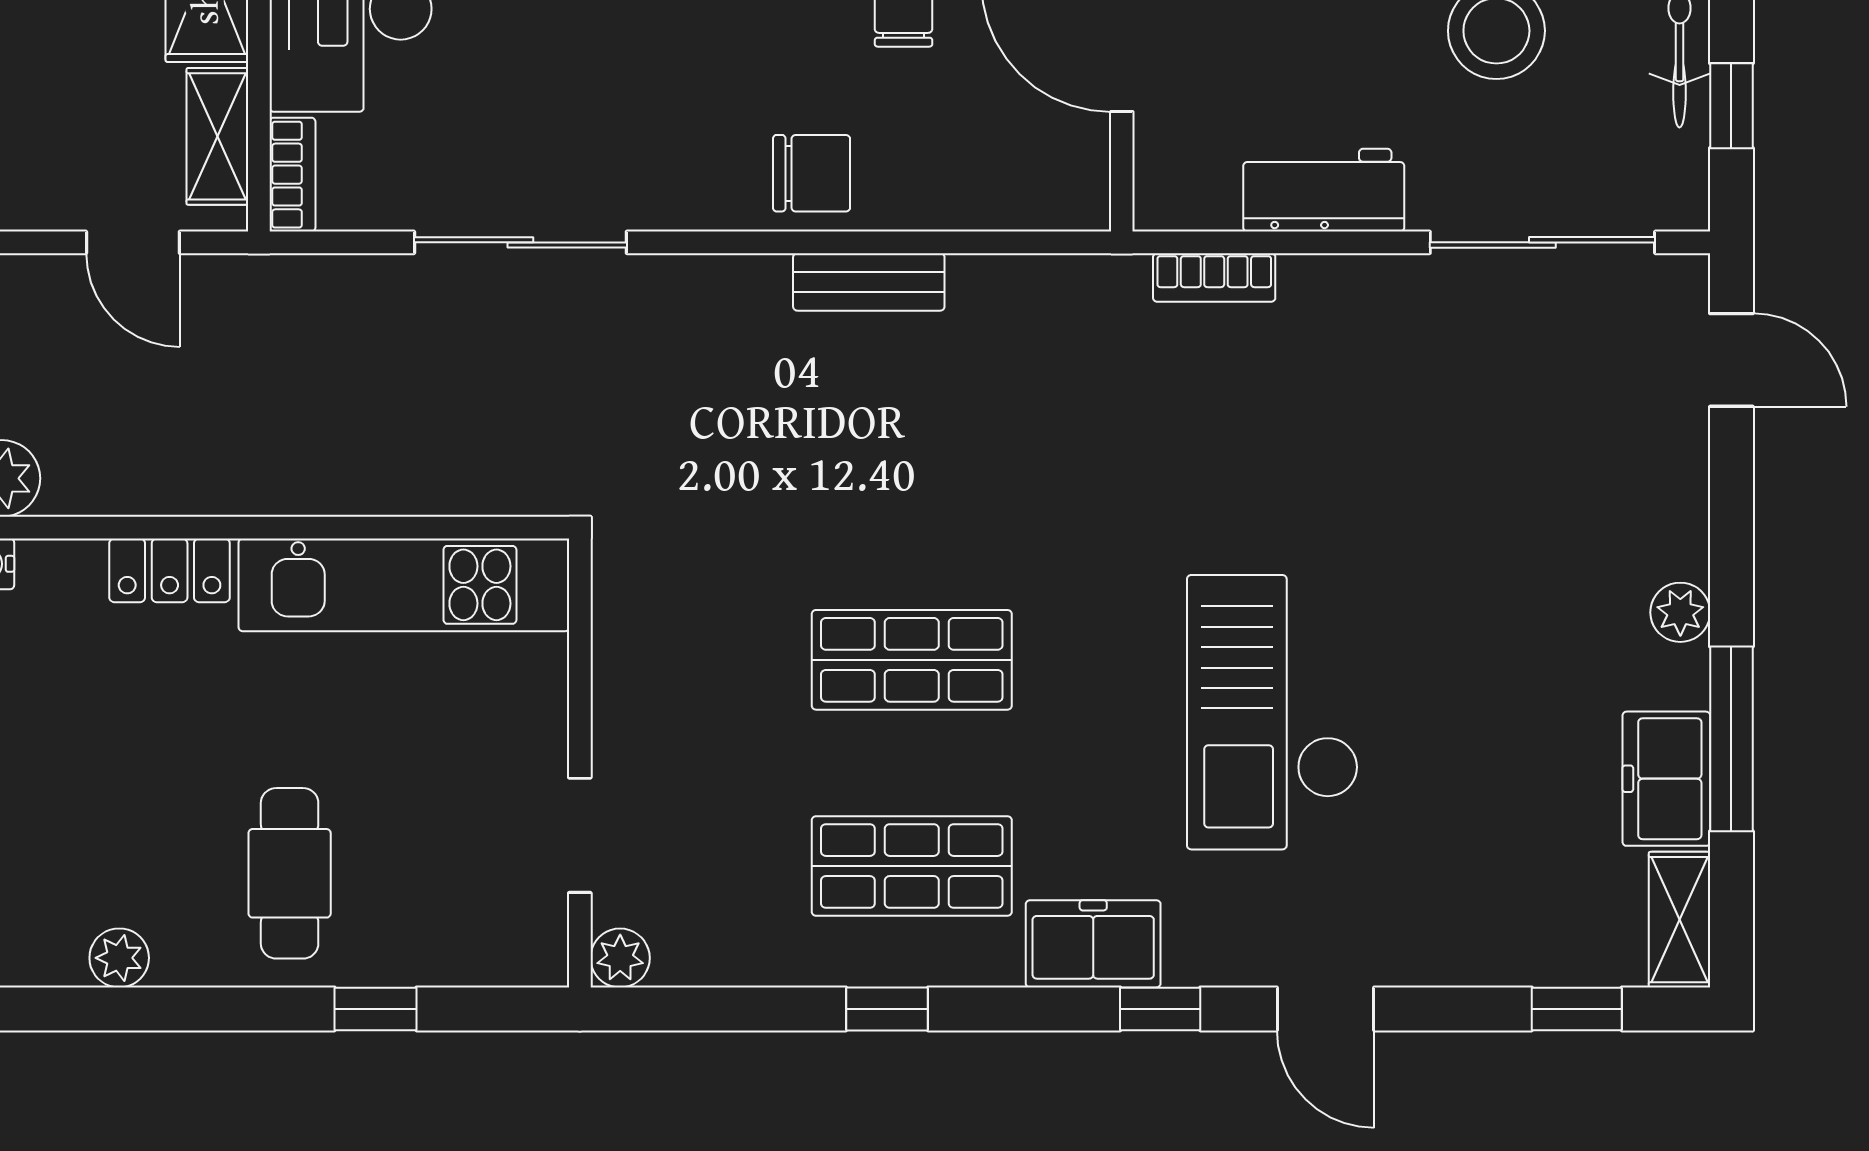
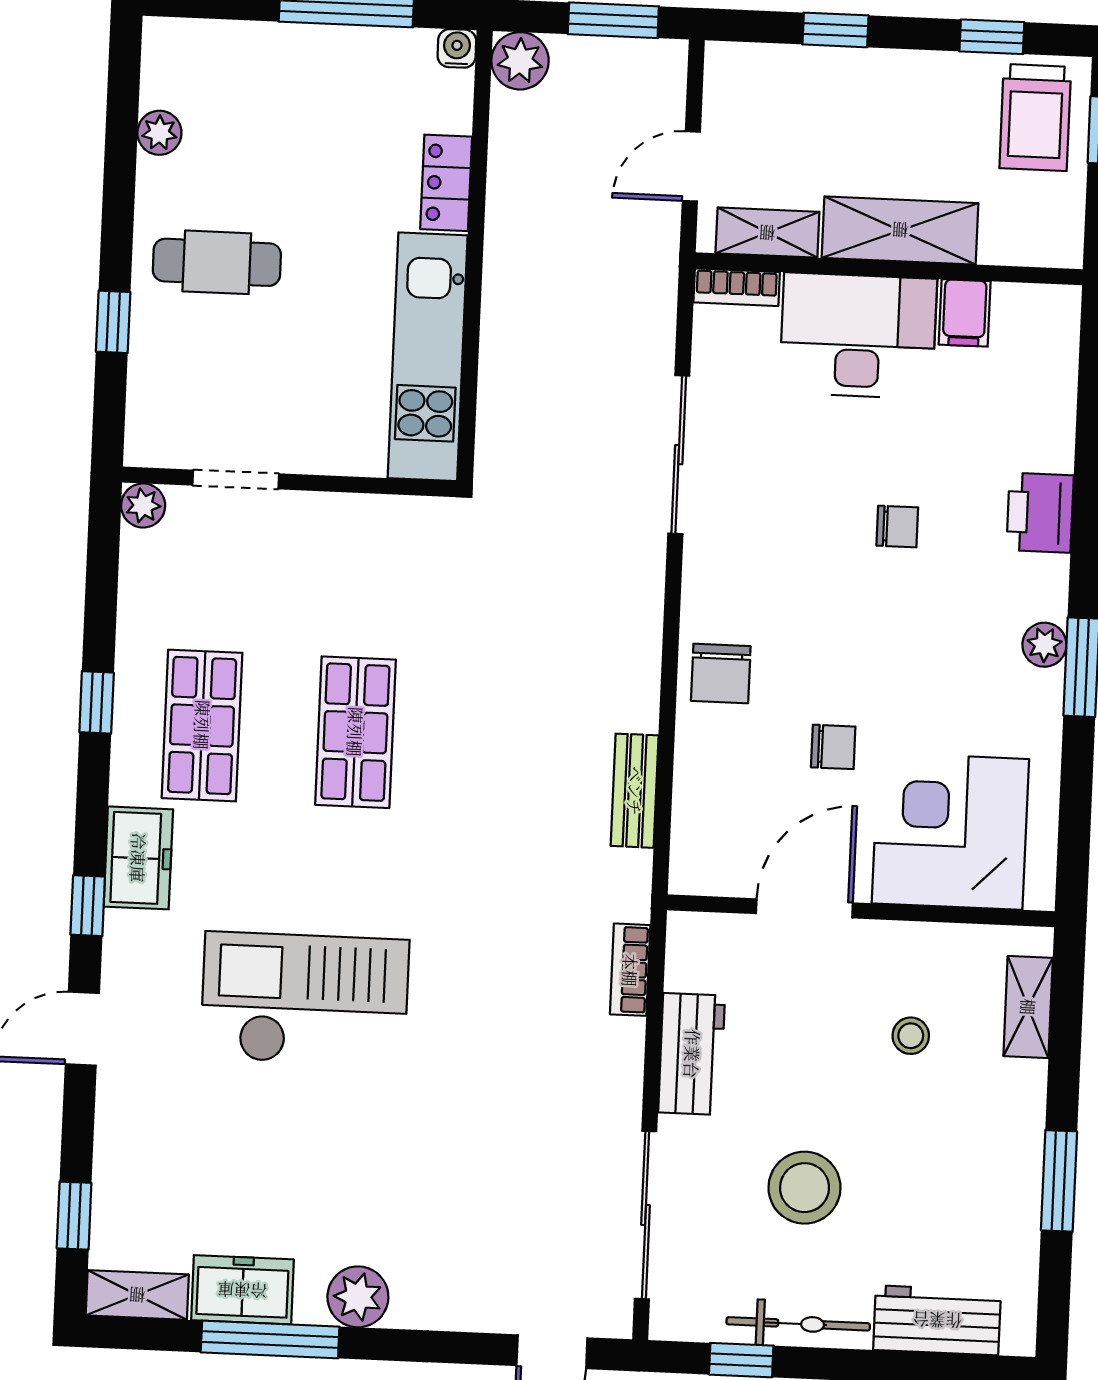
bench: (869, 282) -> (635, 791), moved
plant: (1680, 612) -> (358, 1297), width x1.38, depth x1.38

